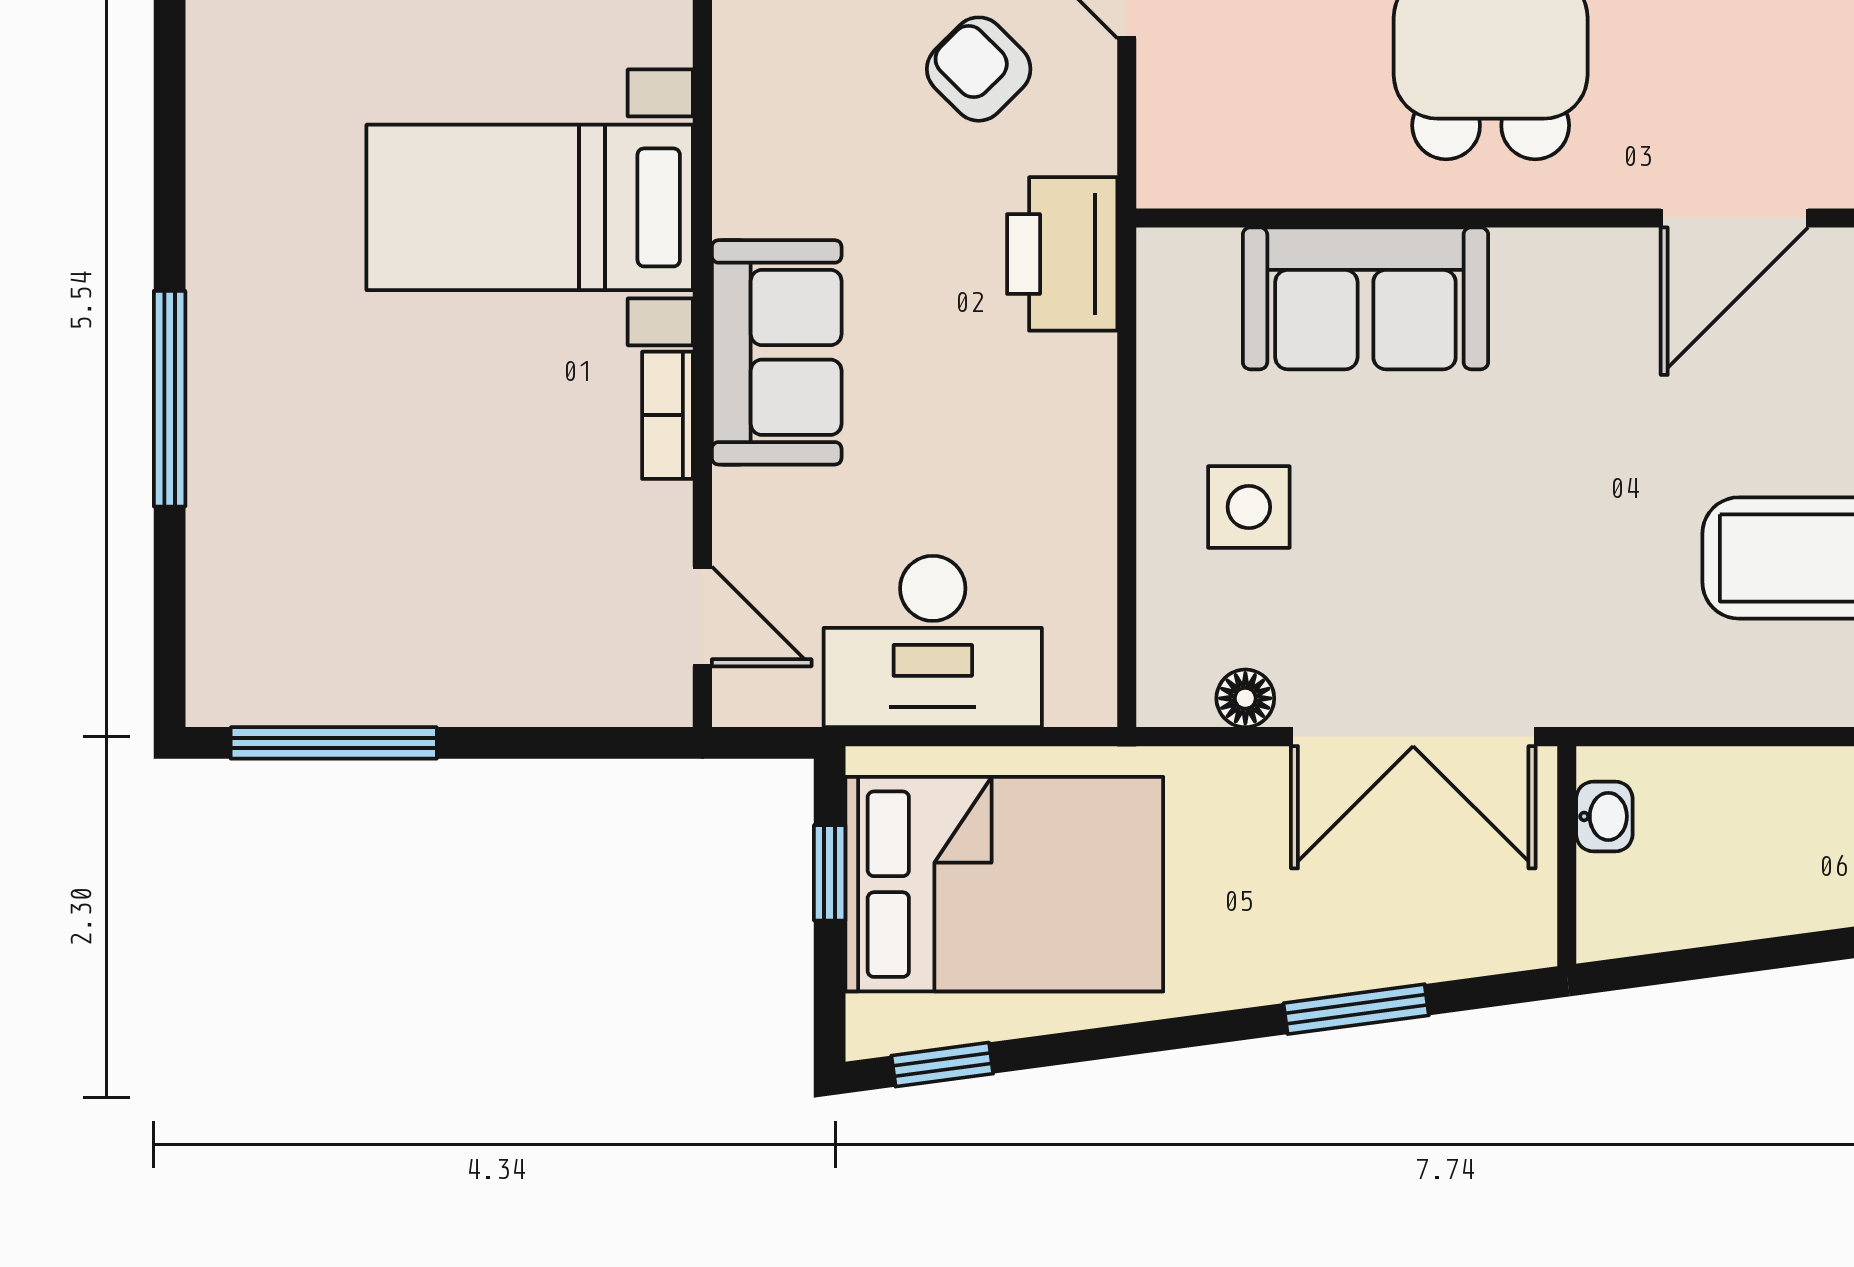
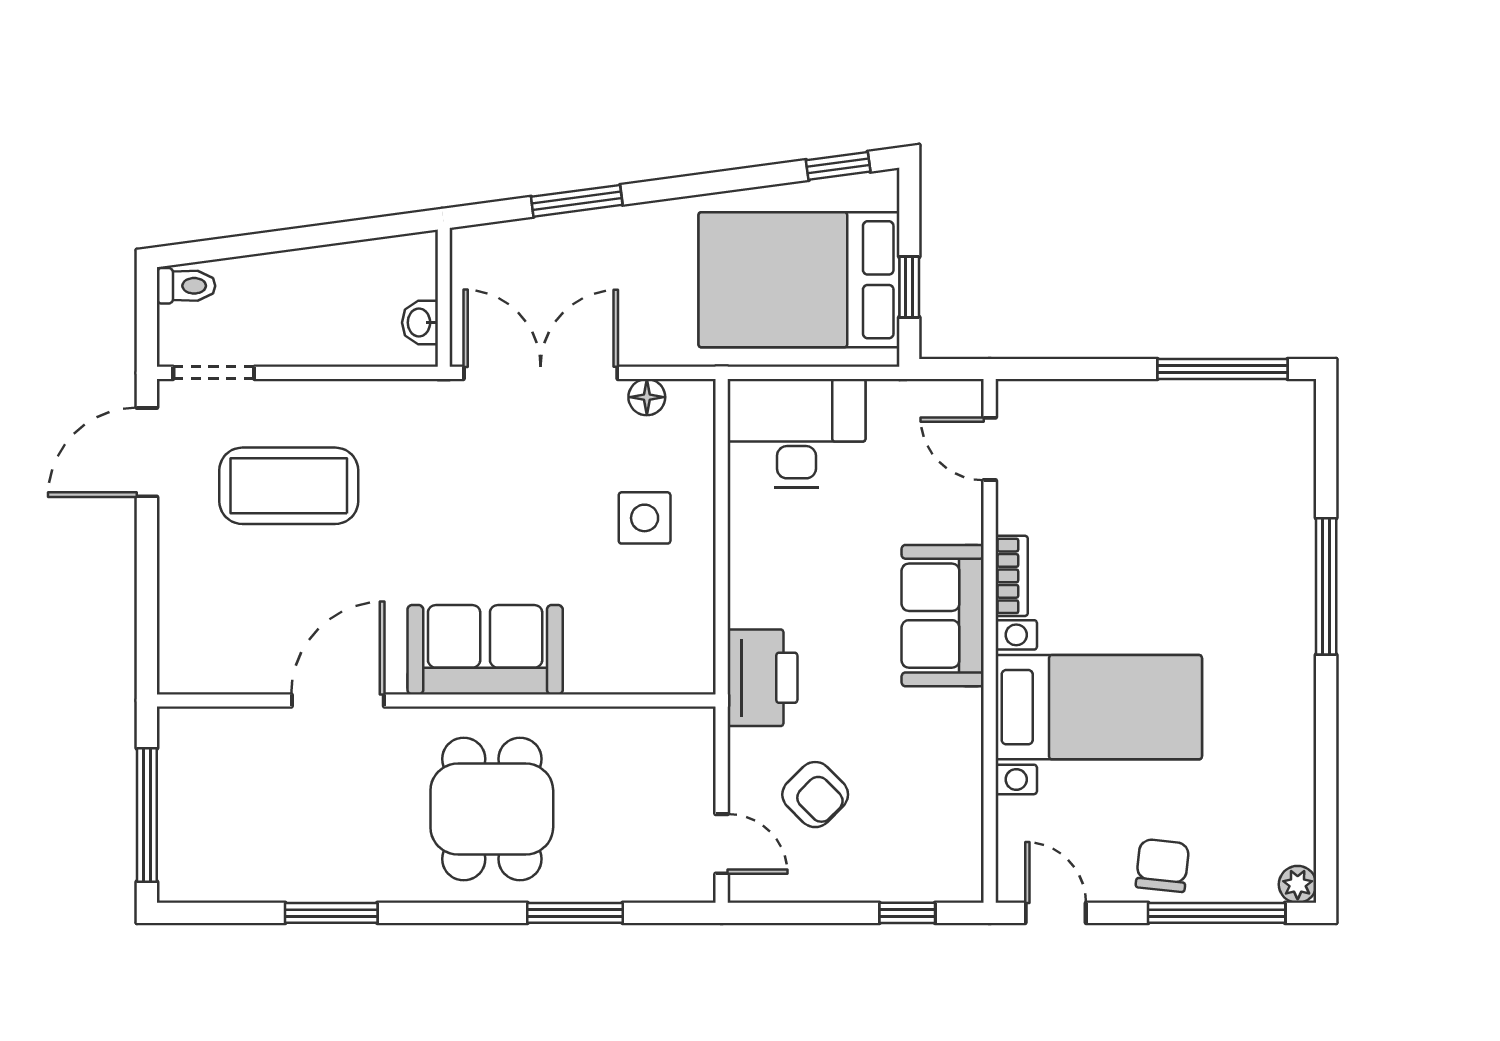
sofa: (1365, 298) -> (485, 650), moved
desk: (933, 642) -> (796, 433), moved

